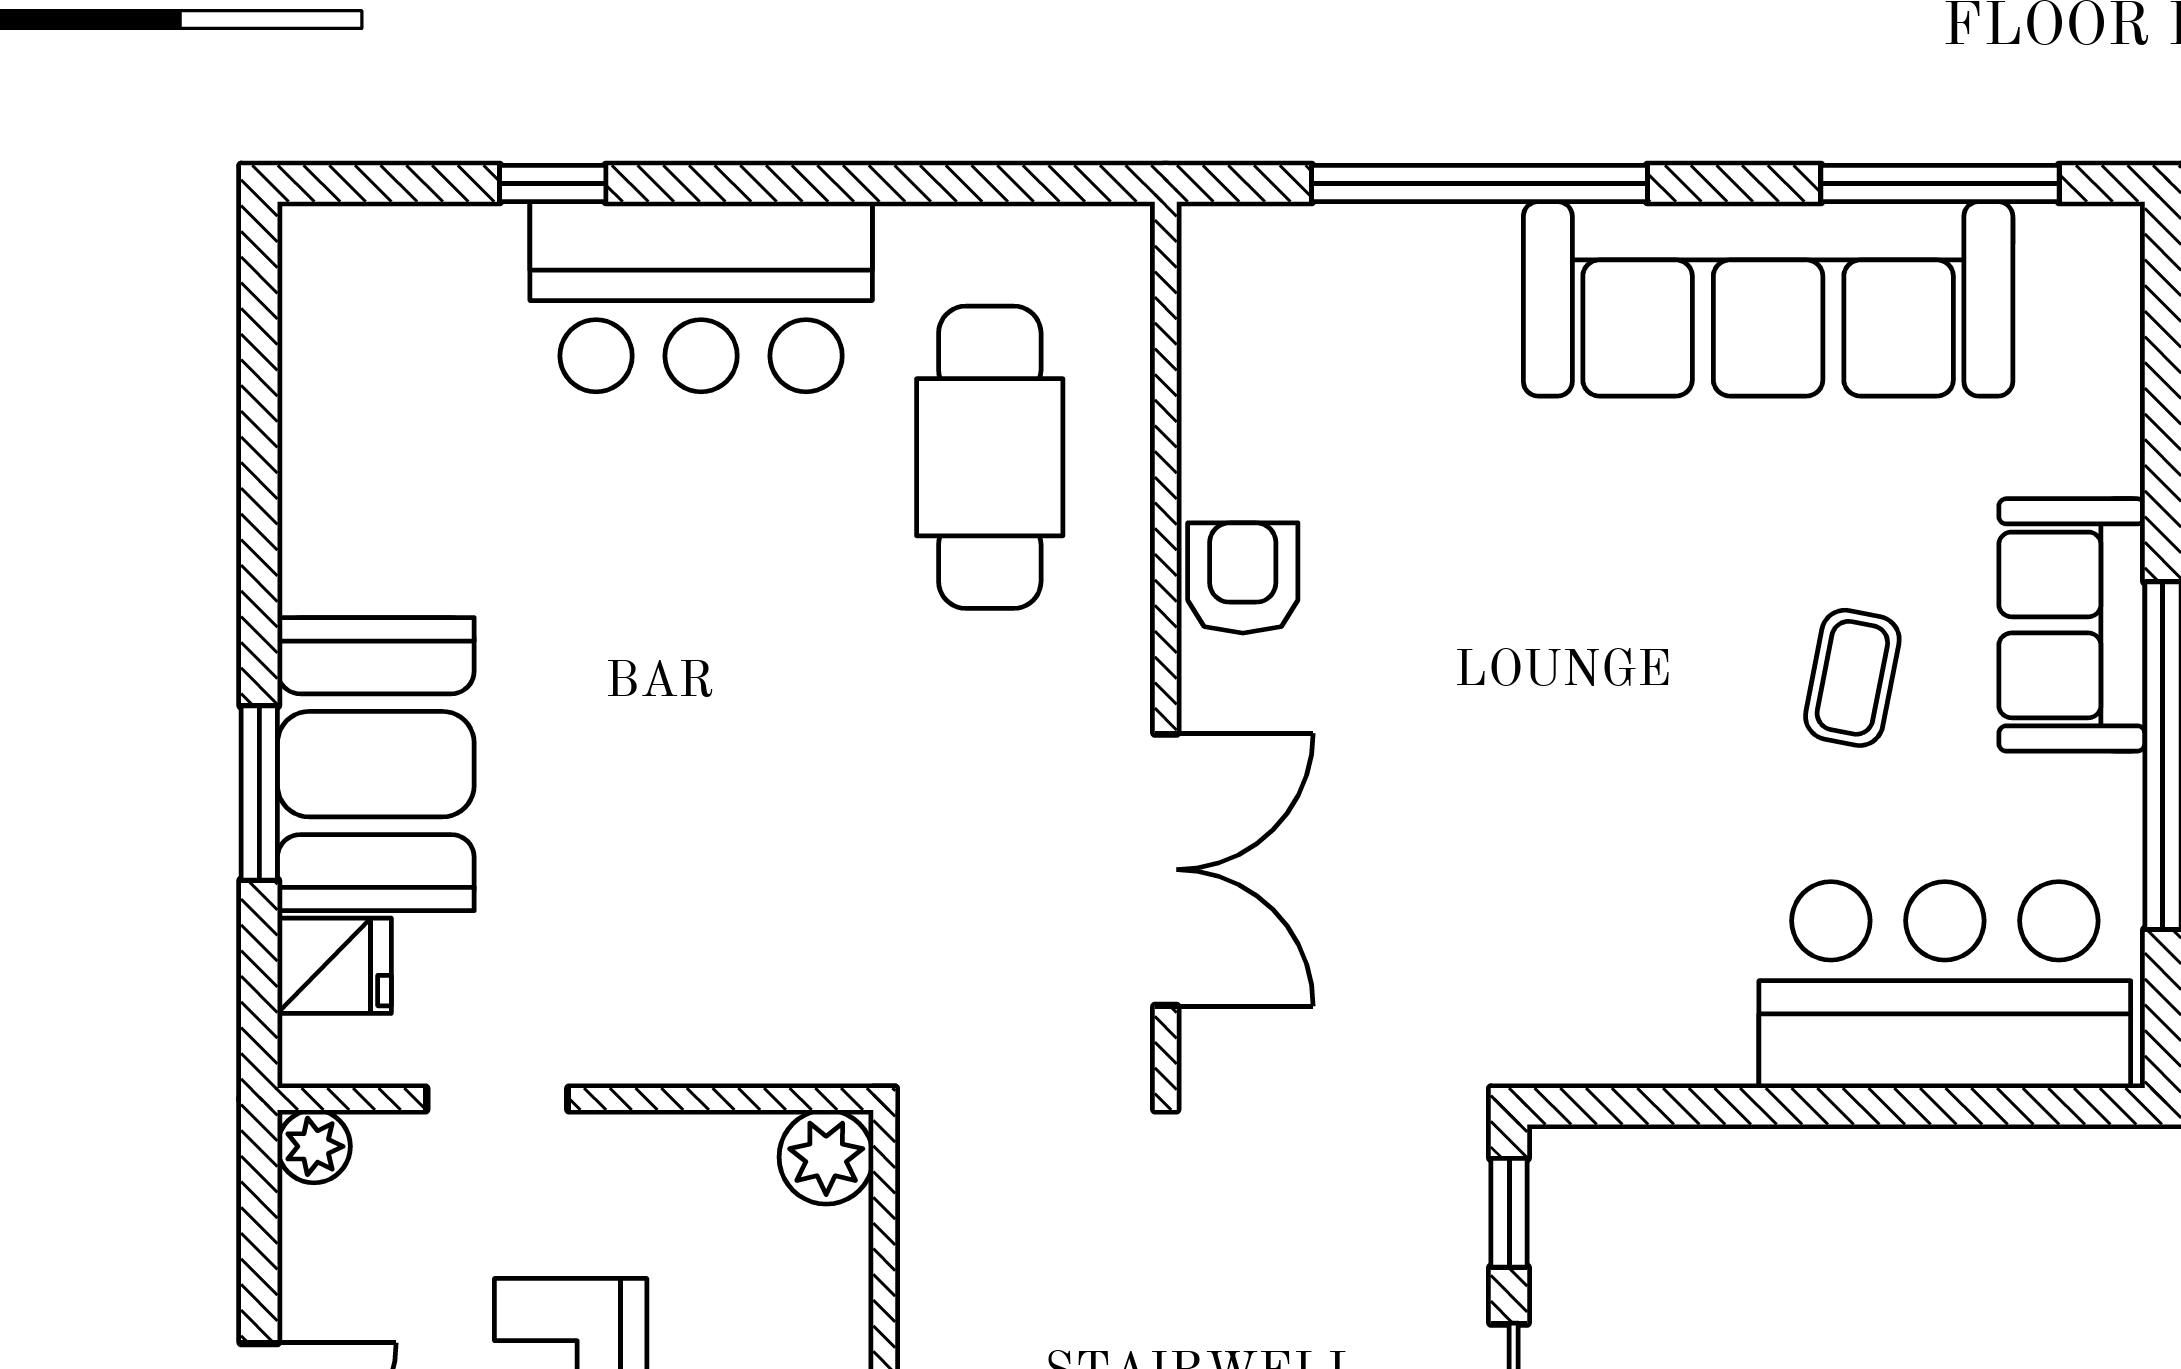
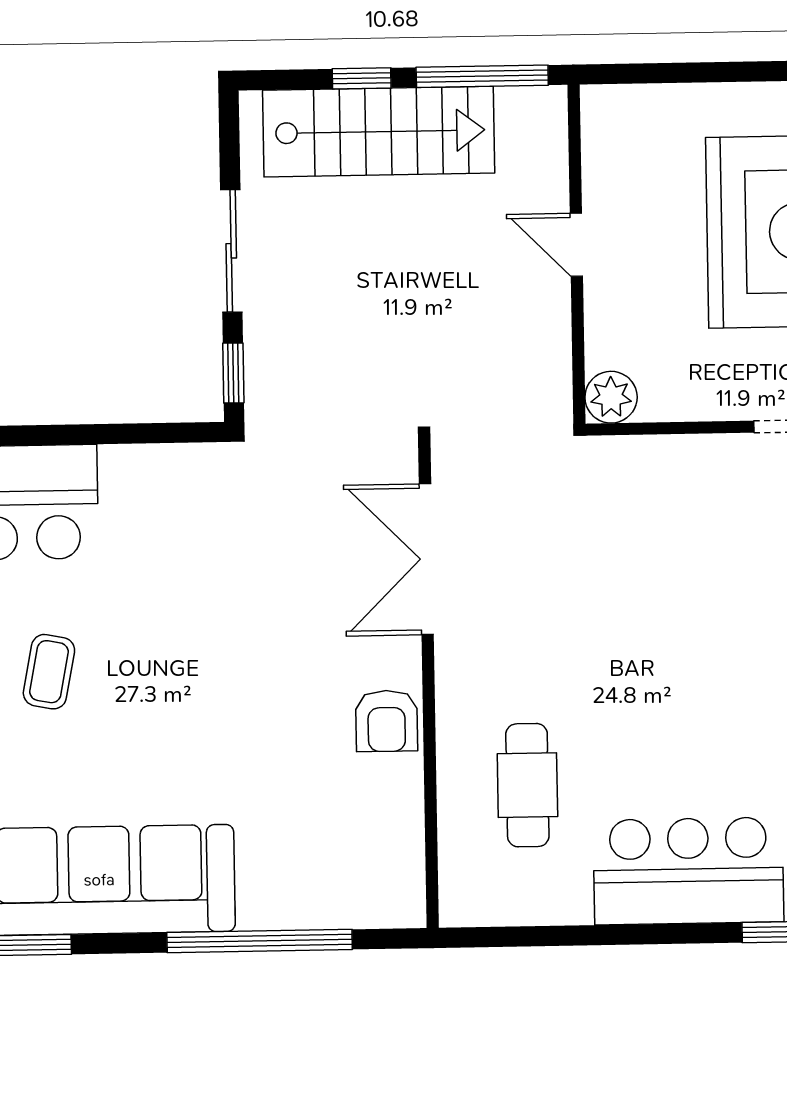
cafe table: (990, 457) -> (527, 785), width x0.73, depth x0.74

